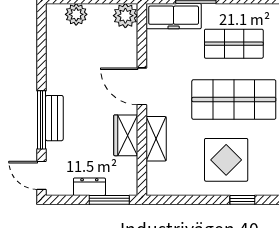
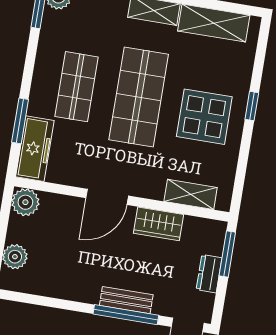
shelving: (156, 139) -> (191, 194), moved

